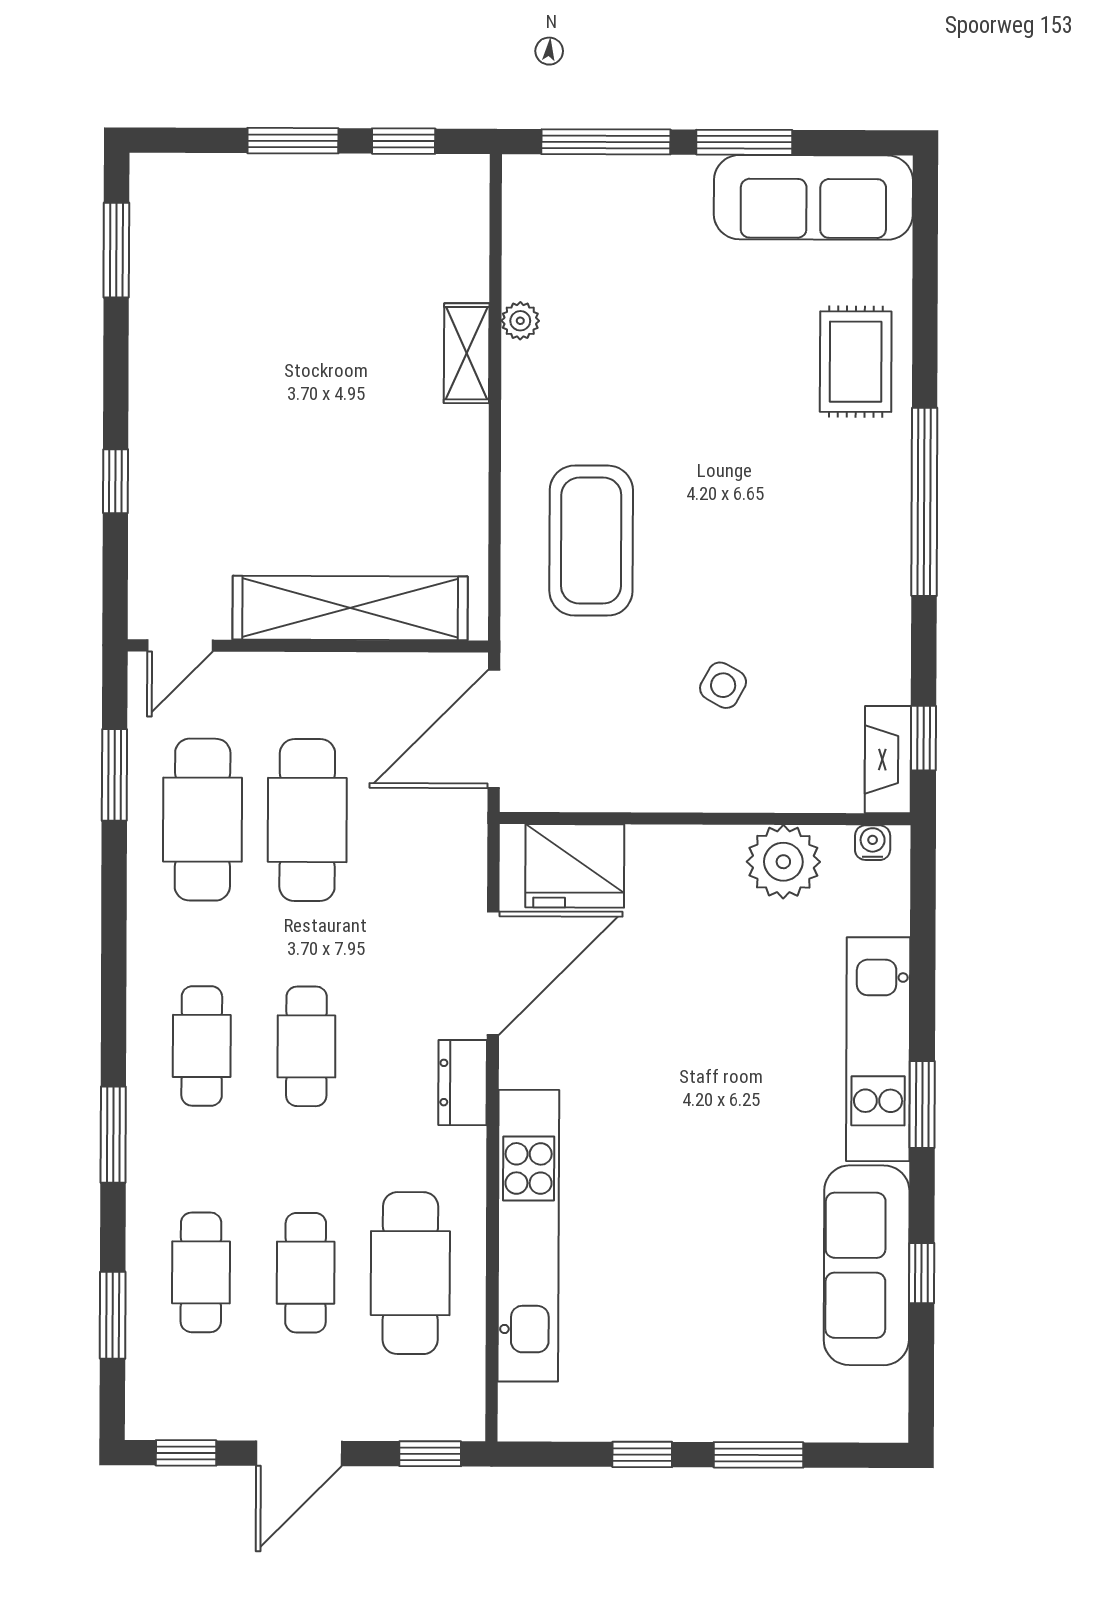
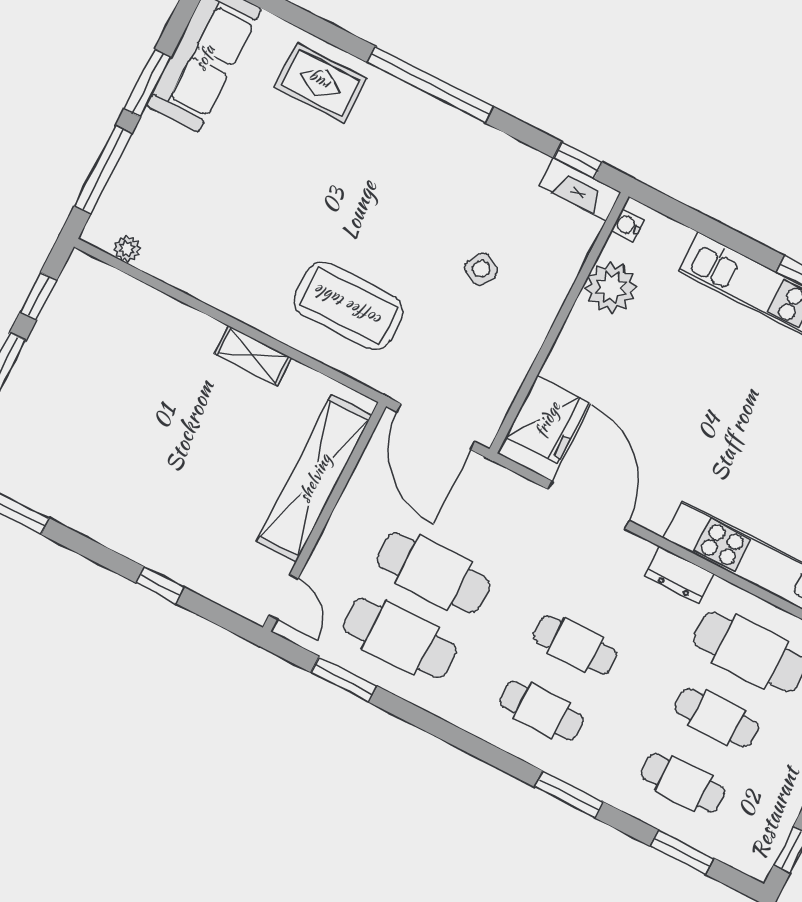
plant: (520, 321) -> (127, 249), moved
shelving: (467, 353) -> (253, 356), moved
dresser: (463, 1083) -> (679, 575), moved

